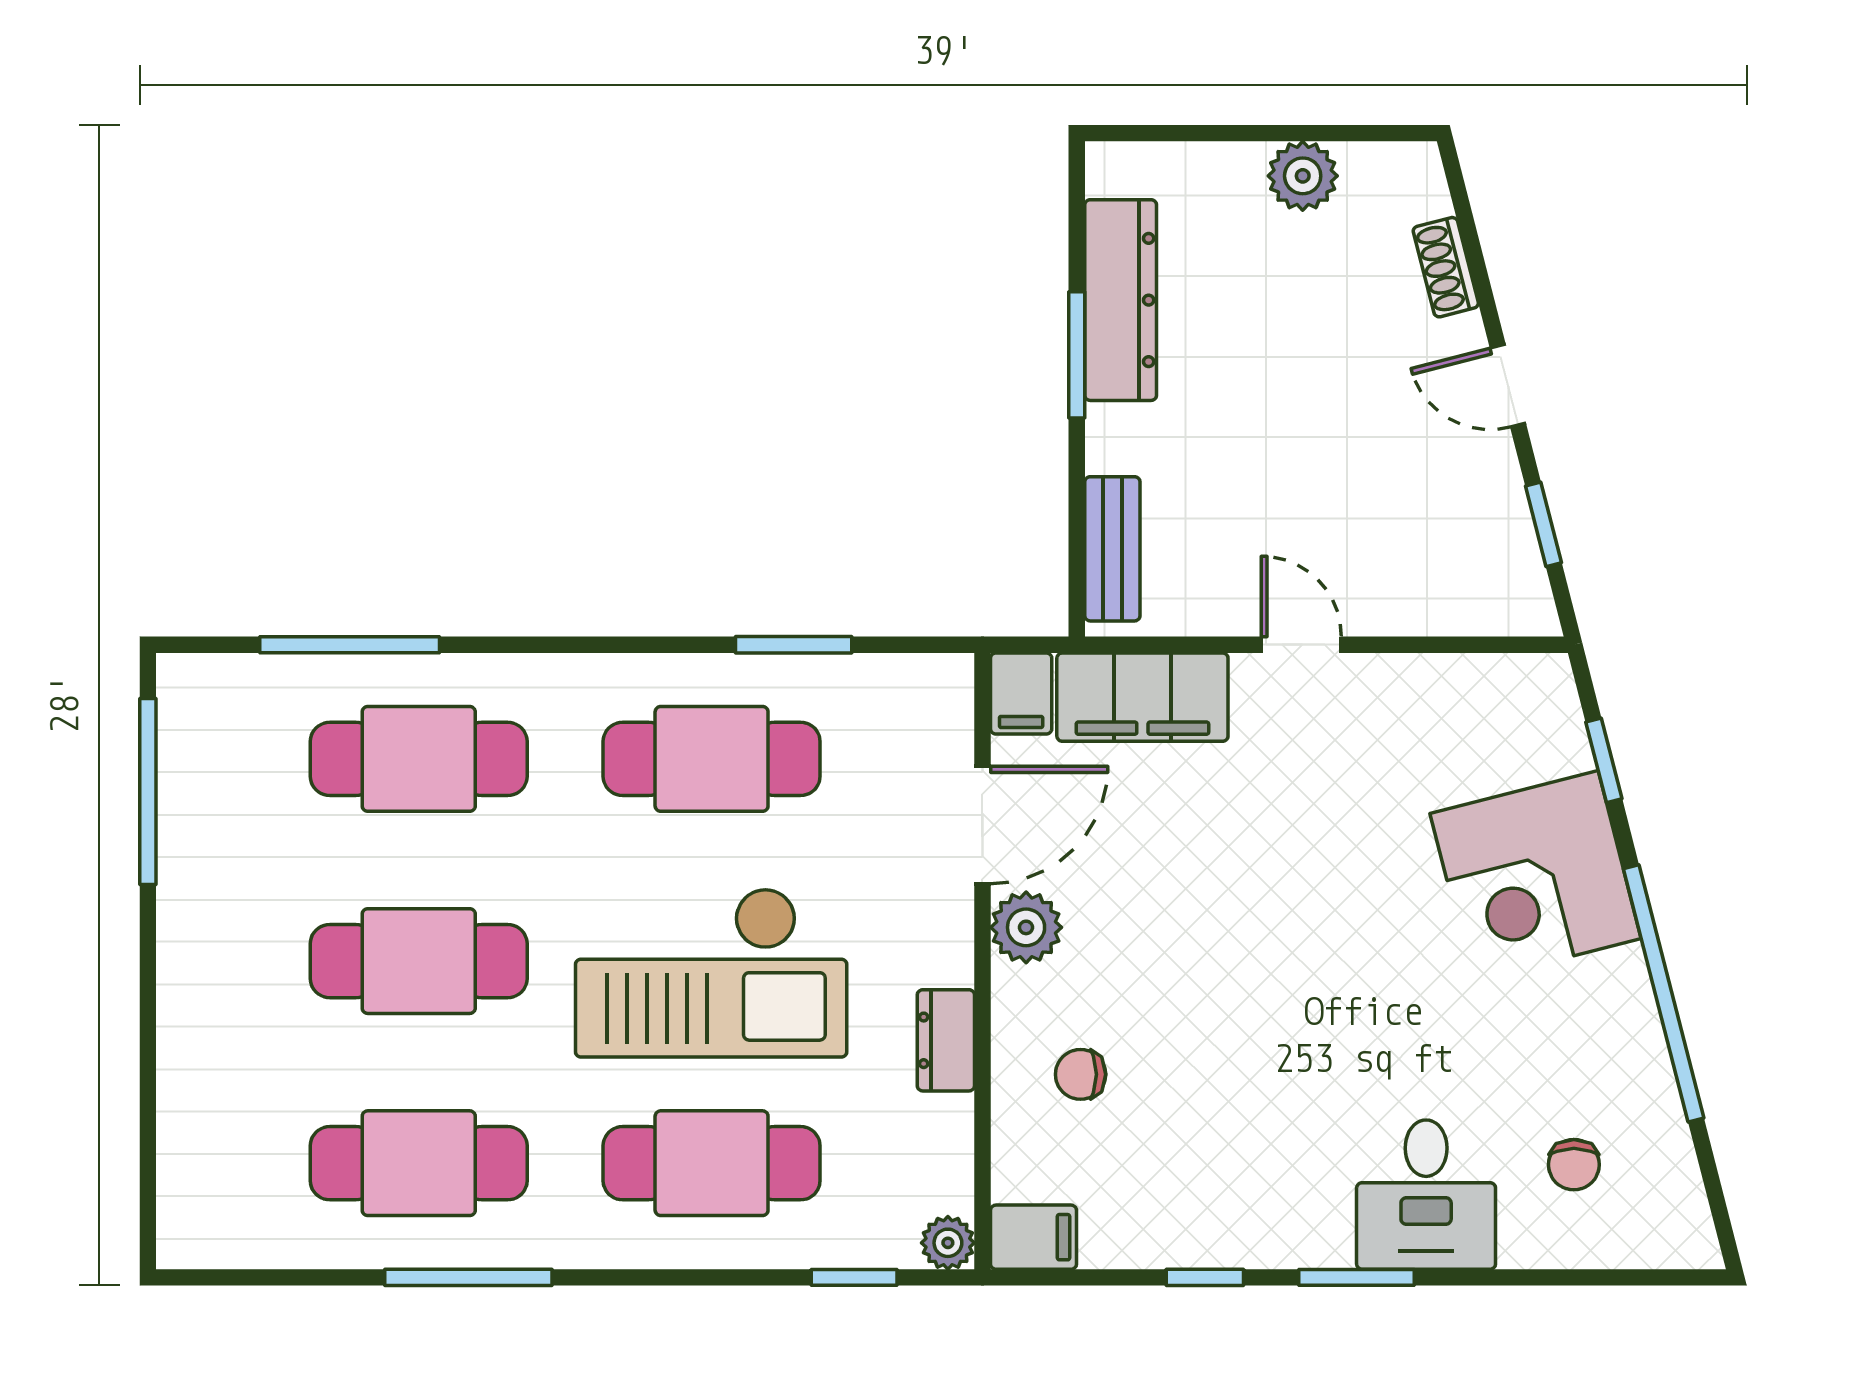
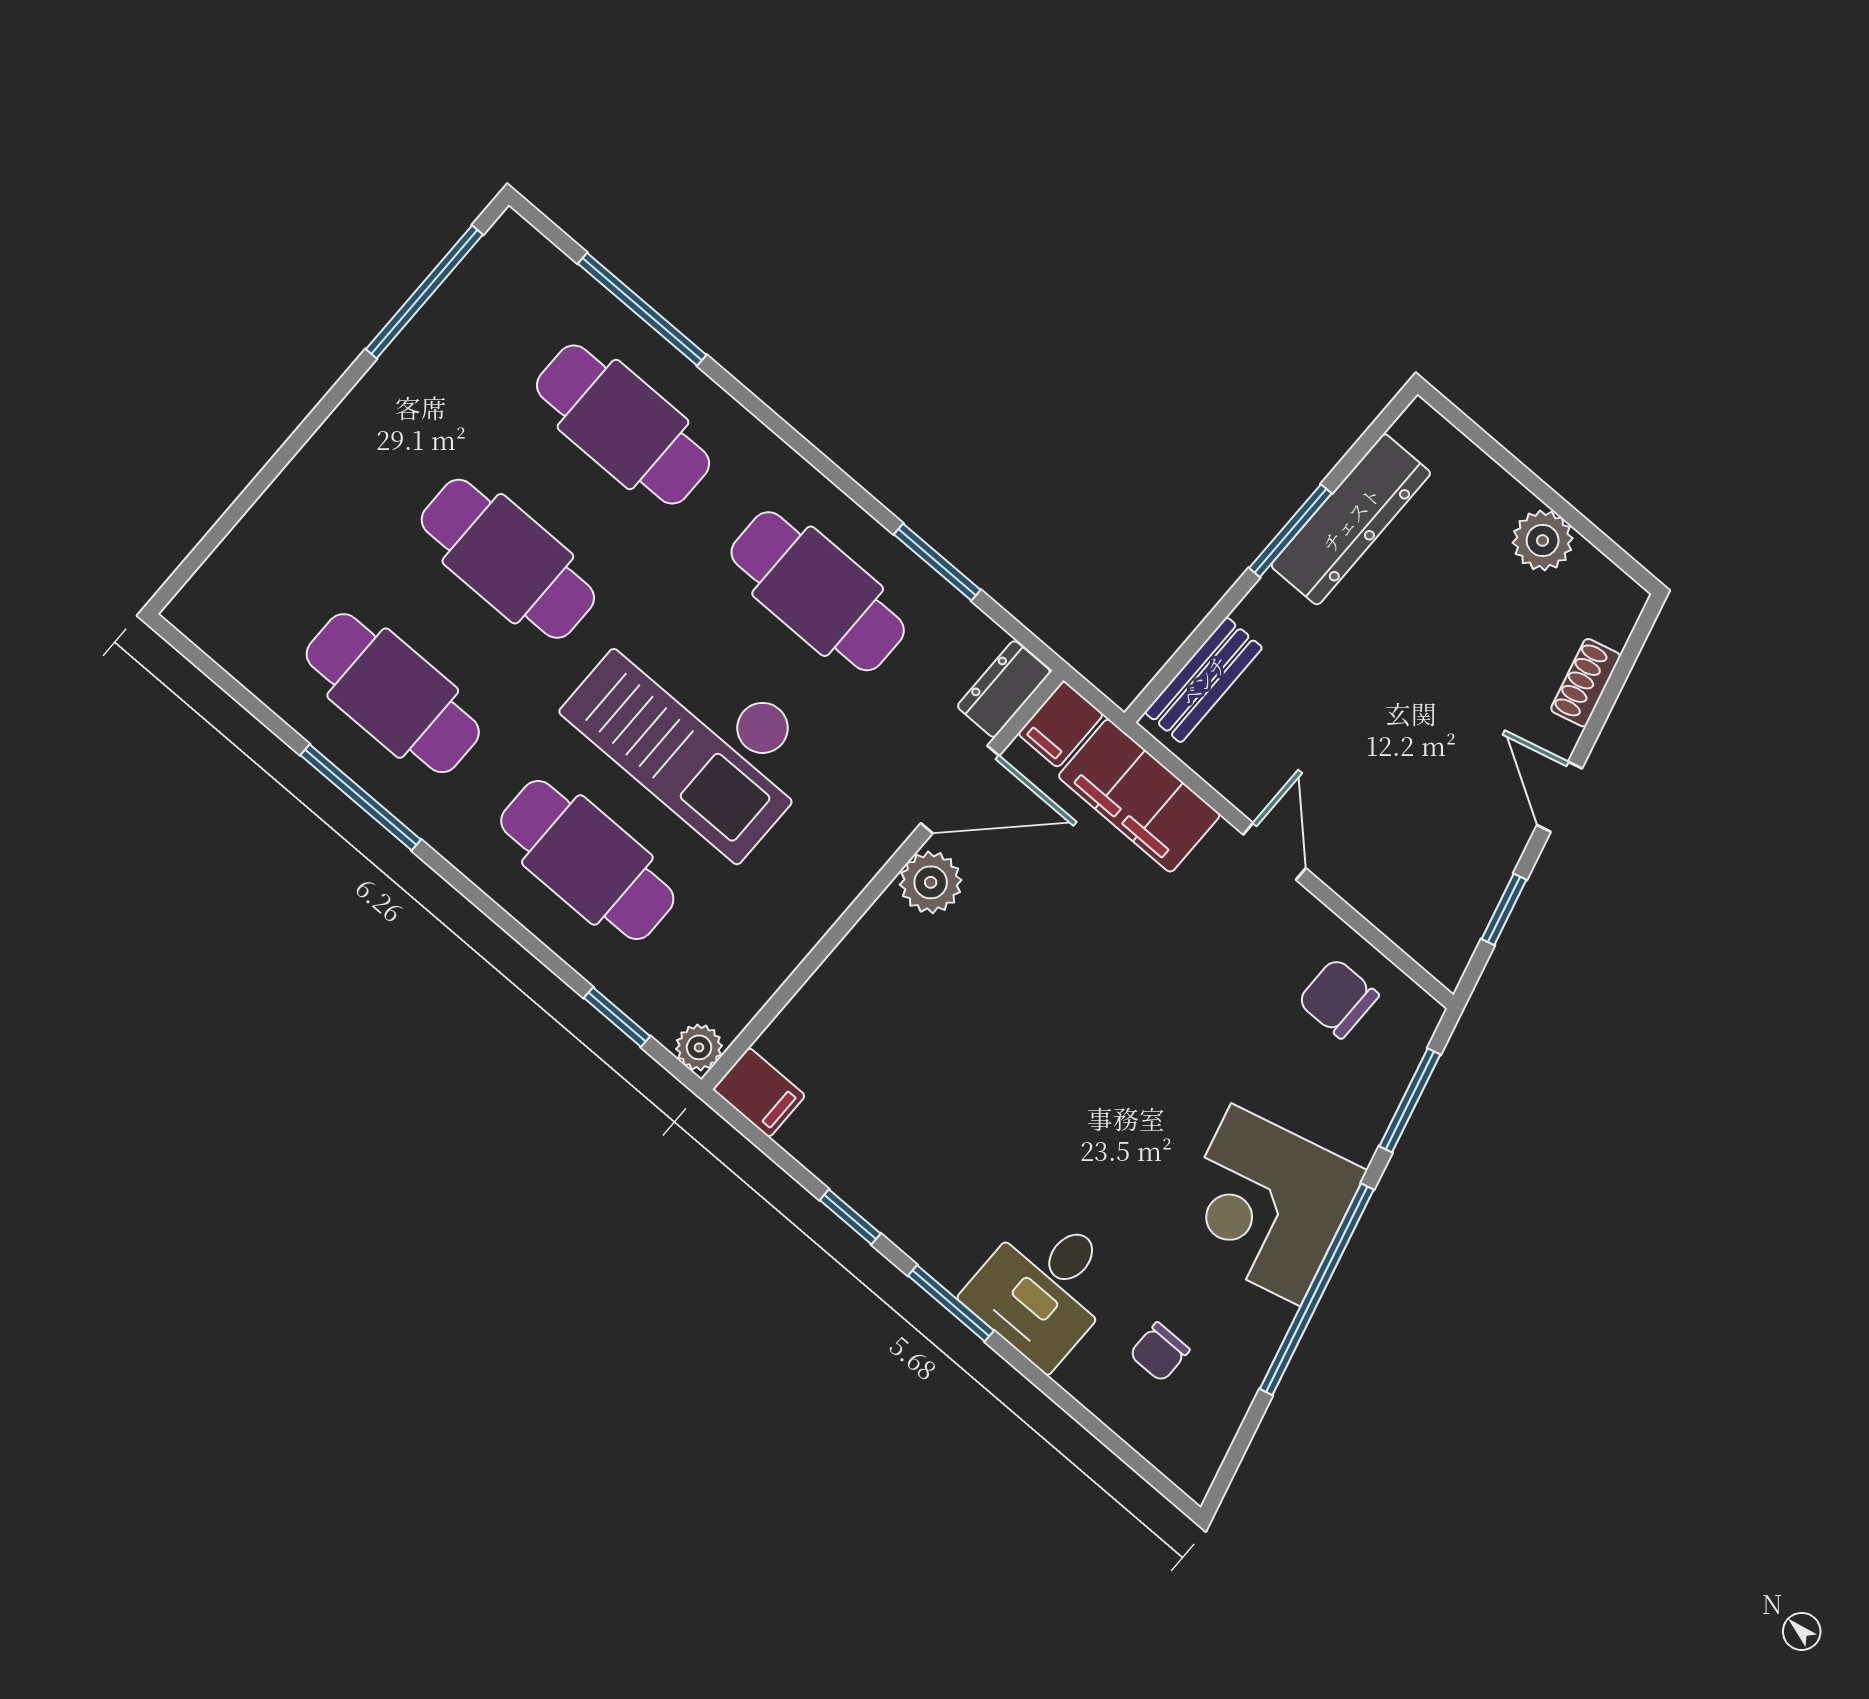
window: (1604, 760) -> (1410, 1100), width x1.50
corner desk: (1536, 876) -> (1266, 1205), moved
dresser: (946, 1040) -> (1004, 689), moved
chair: (1081, 1074) -> (1338, 998), moved, width x1.37, depth x1.37

